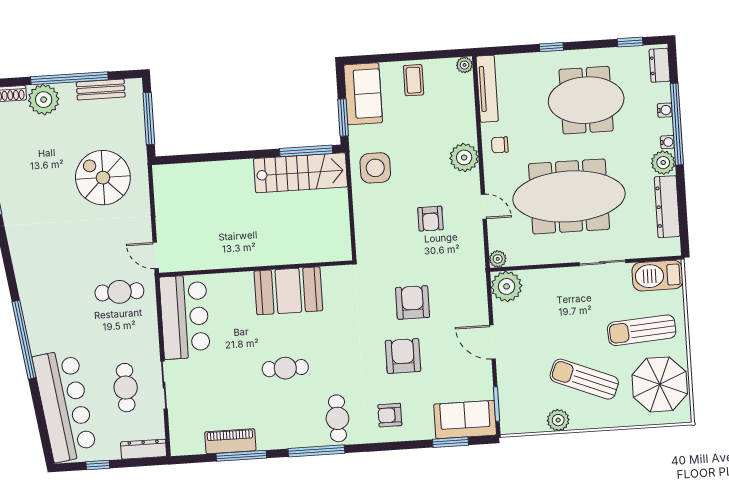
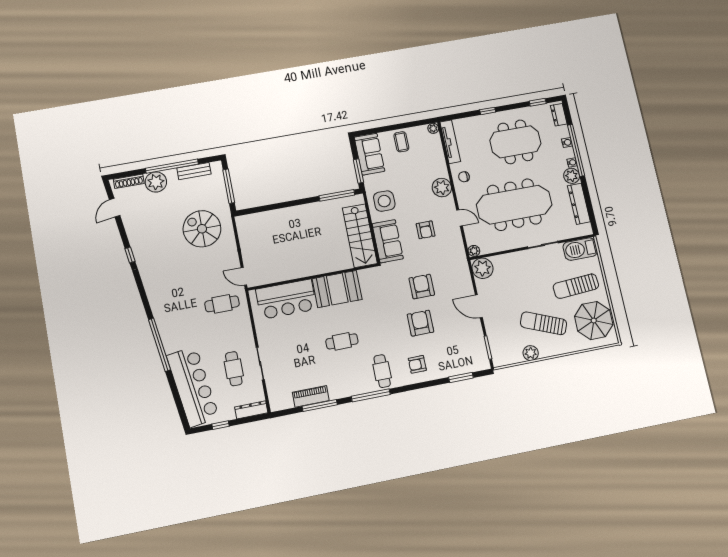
stairs: (301, 173) -> (360, 236), moved, turned 90
bar counter: (185, 317) -> (286, 299), moved, turned 90
sofa: (465, 420) -> (388, 241), moved, turned 90

